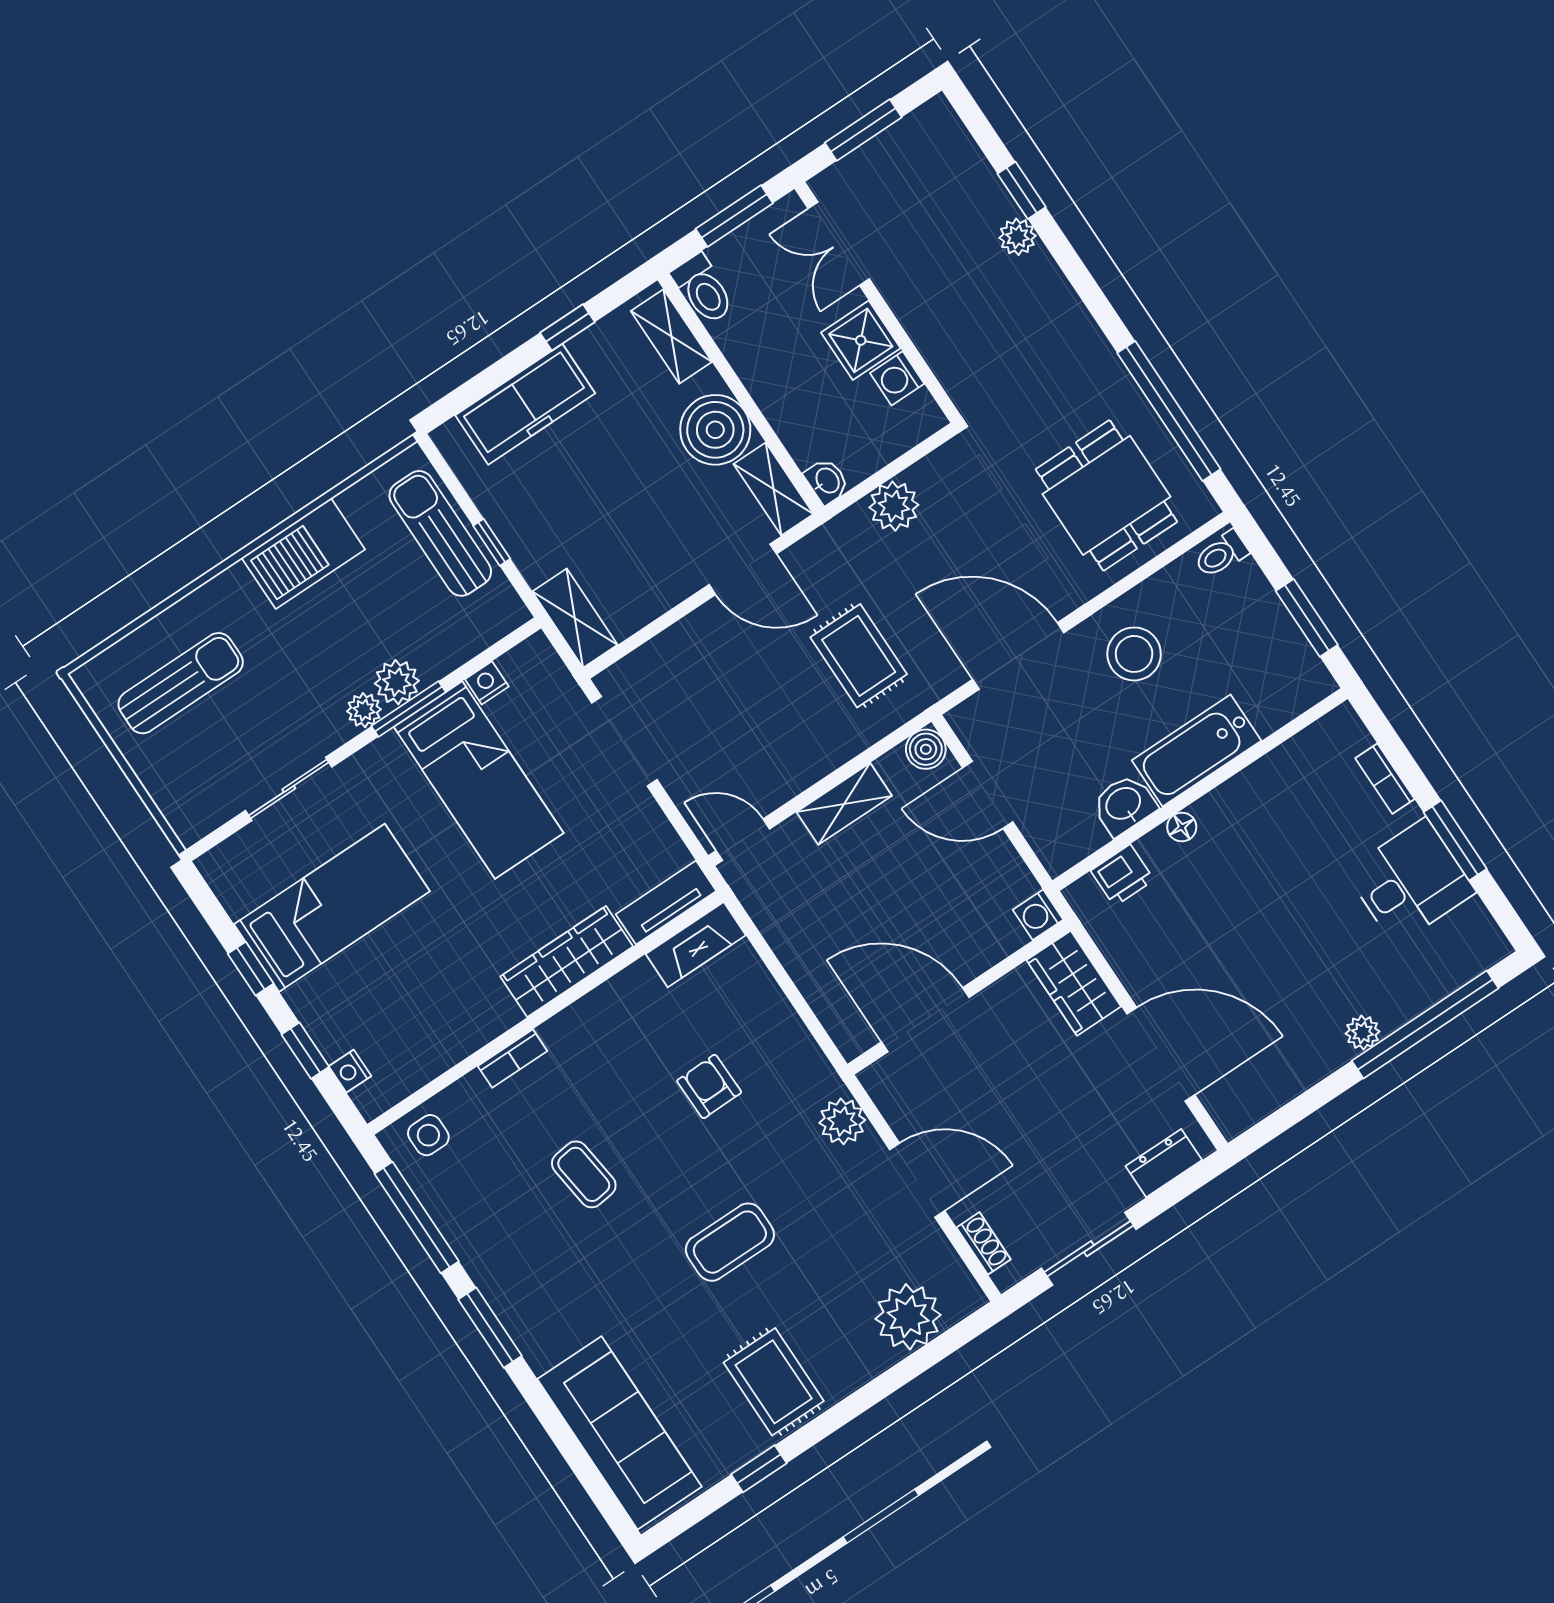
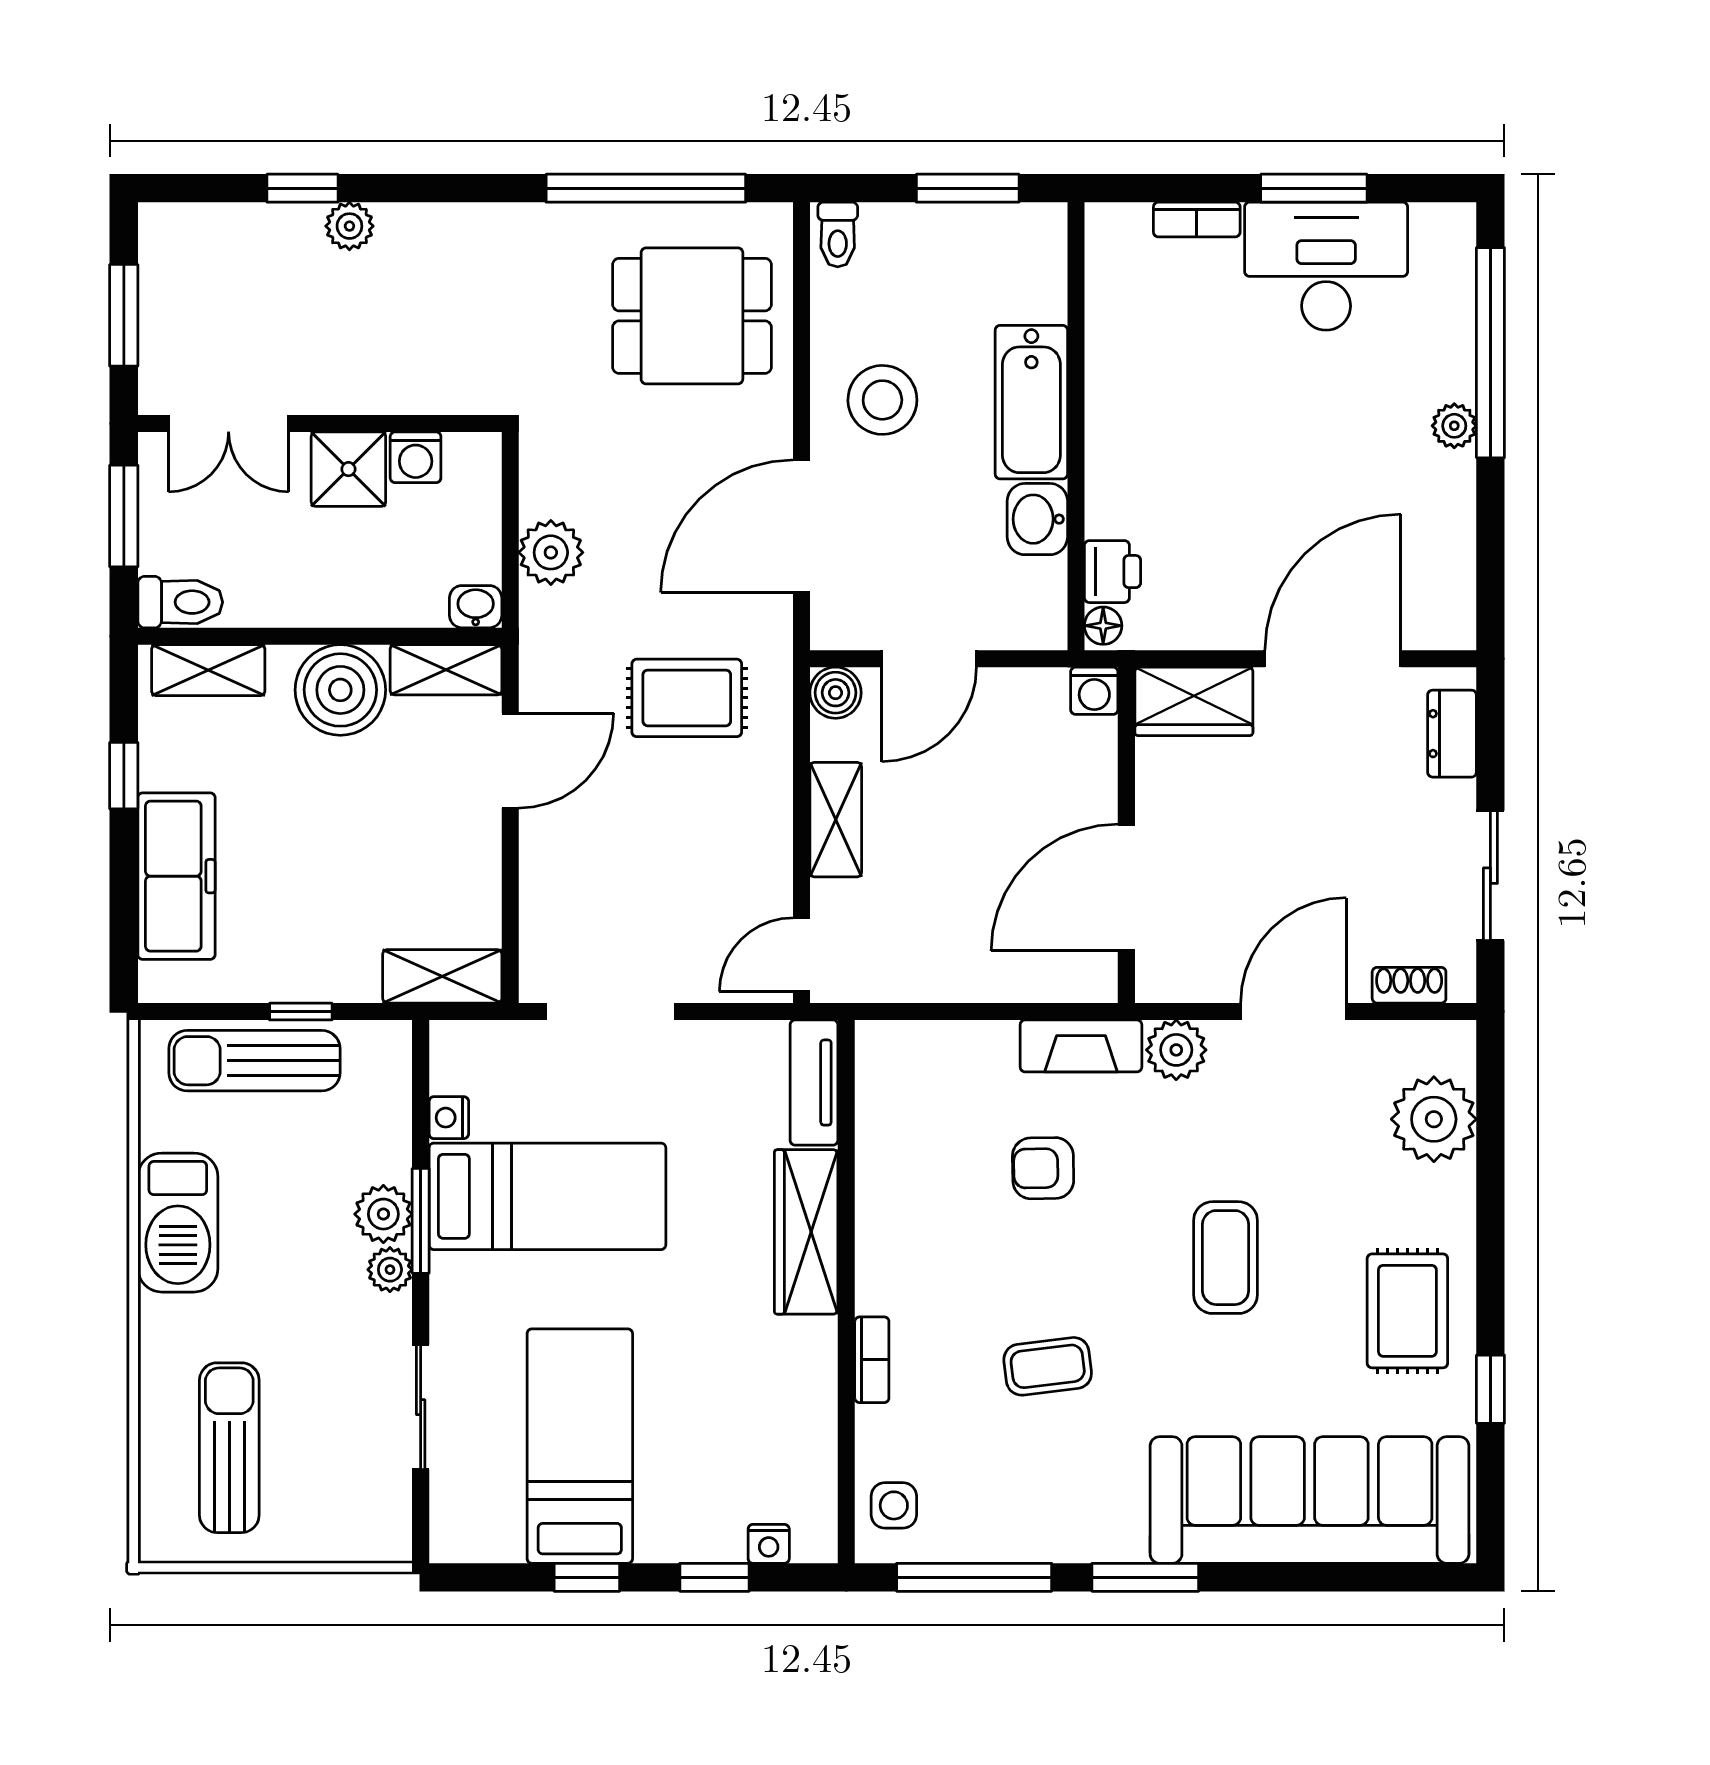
floor lamp: (1182, 827) -> (1103, 626), moved
desk: (1410, 882) -> (1326, 266), width x1.37
fireplace: (696, 945) -> (1081, 1046), moved, turned 90
rug: (774, 1382) -> (1407, 1311), turned 90
sofa: (620, 1433) -> (1310, 1500), width x1.36, depth x1.27

